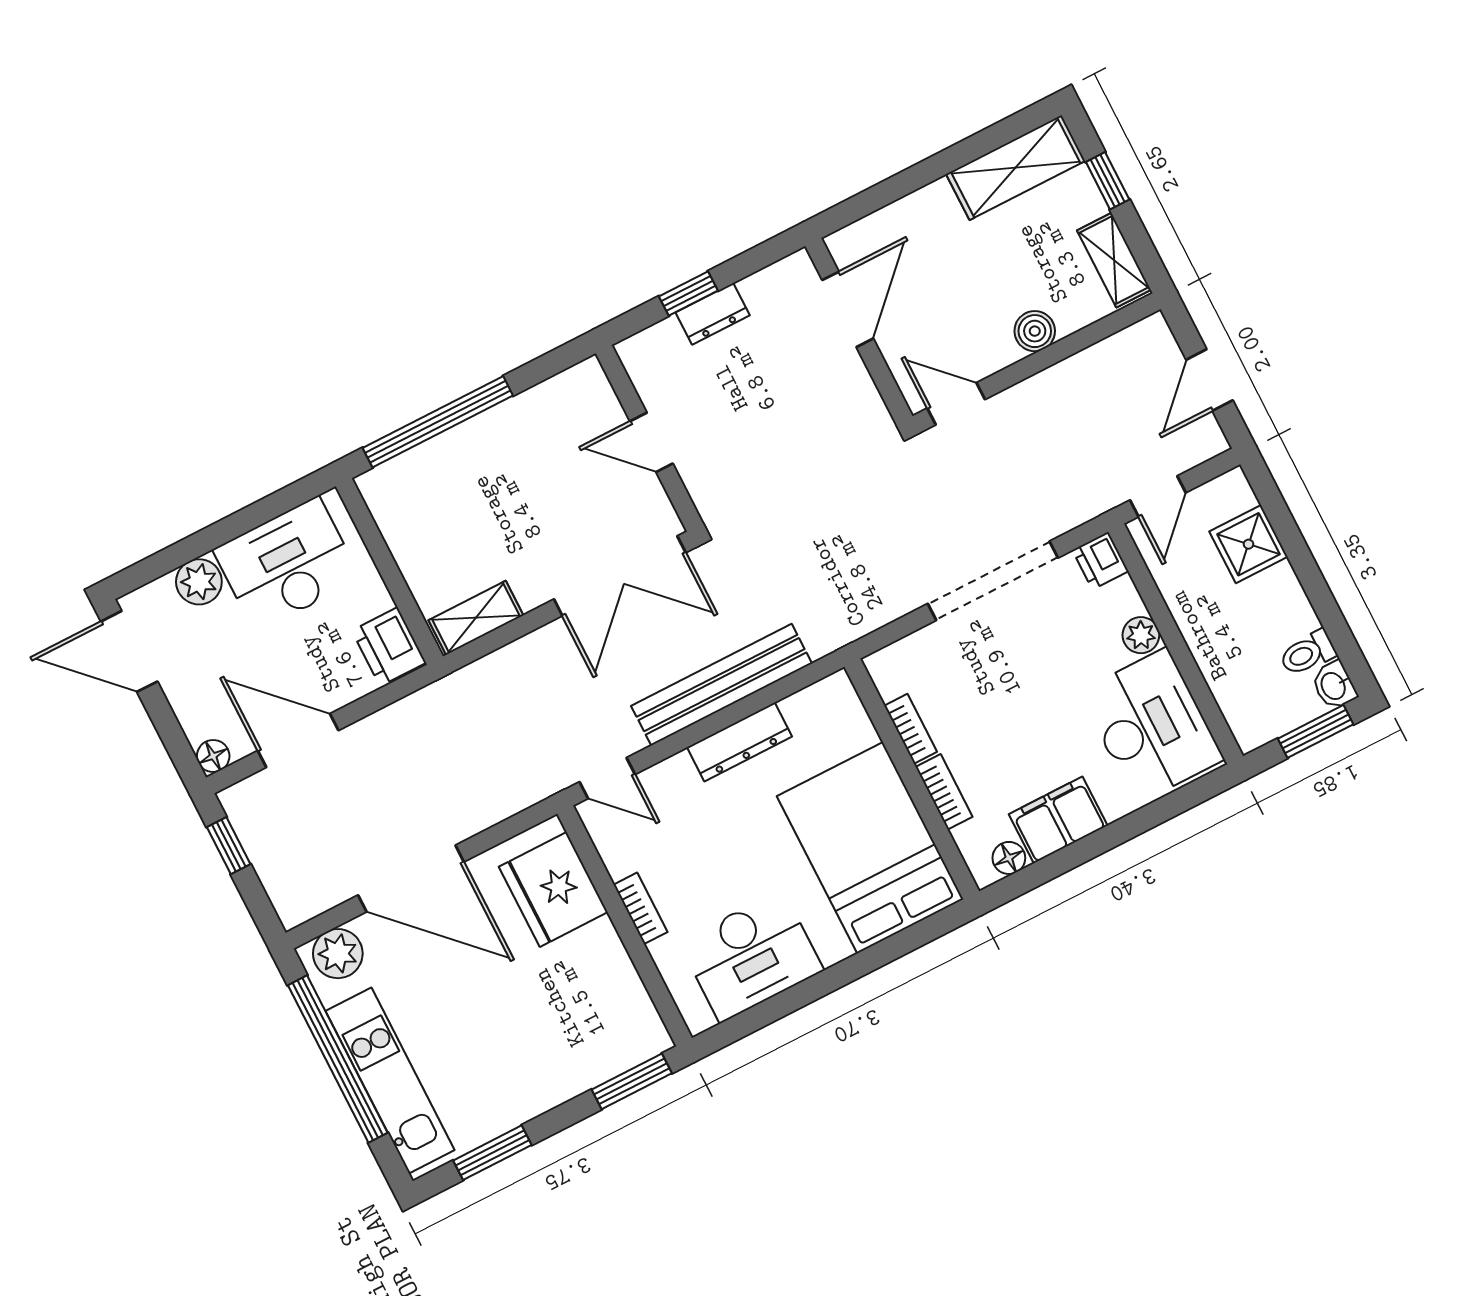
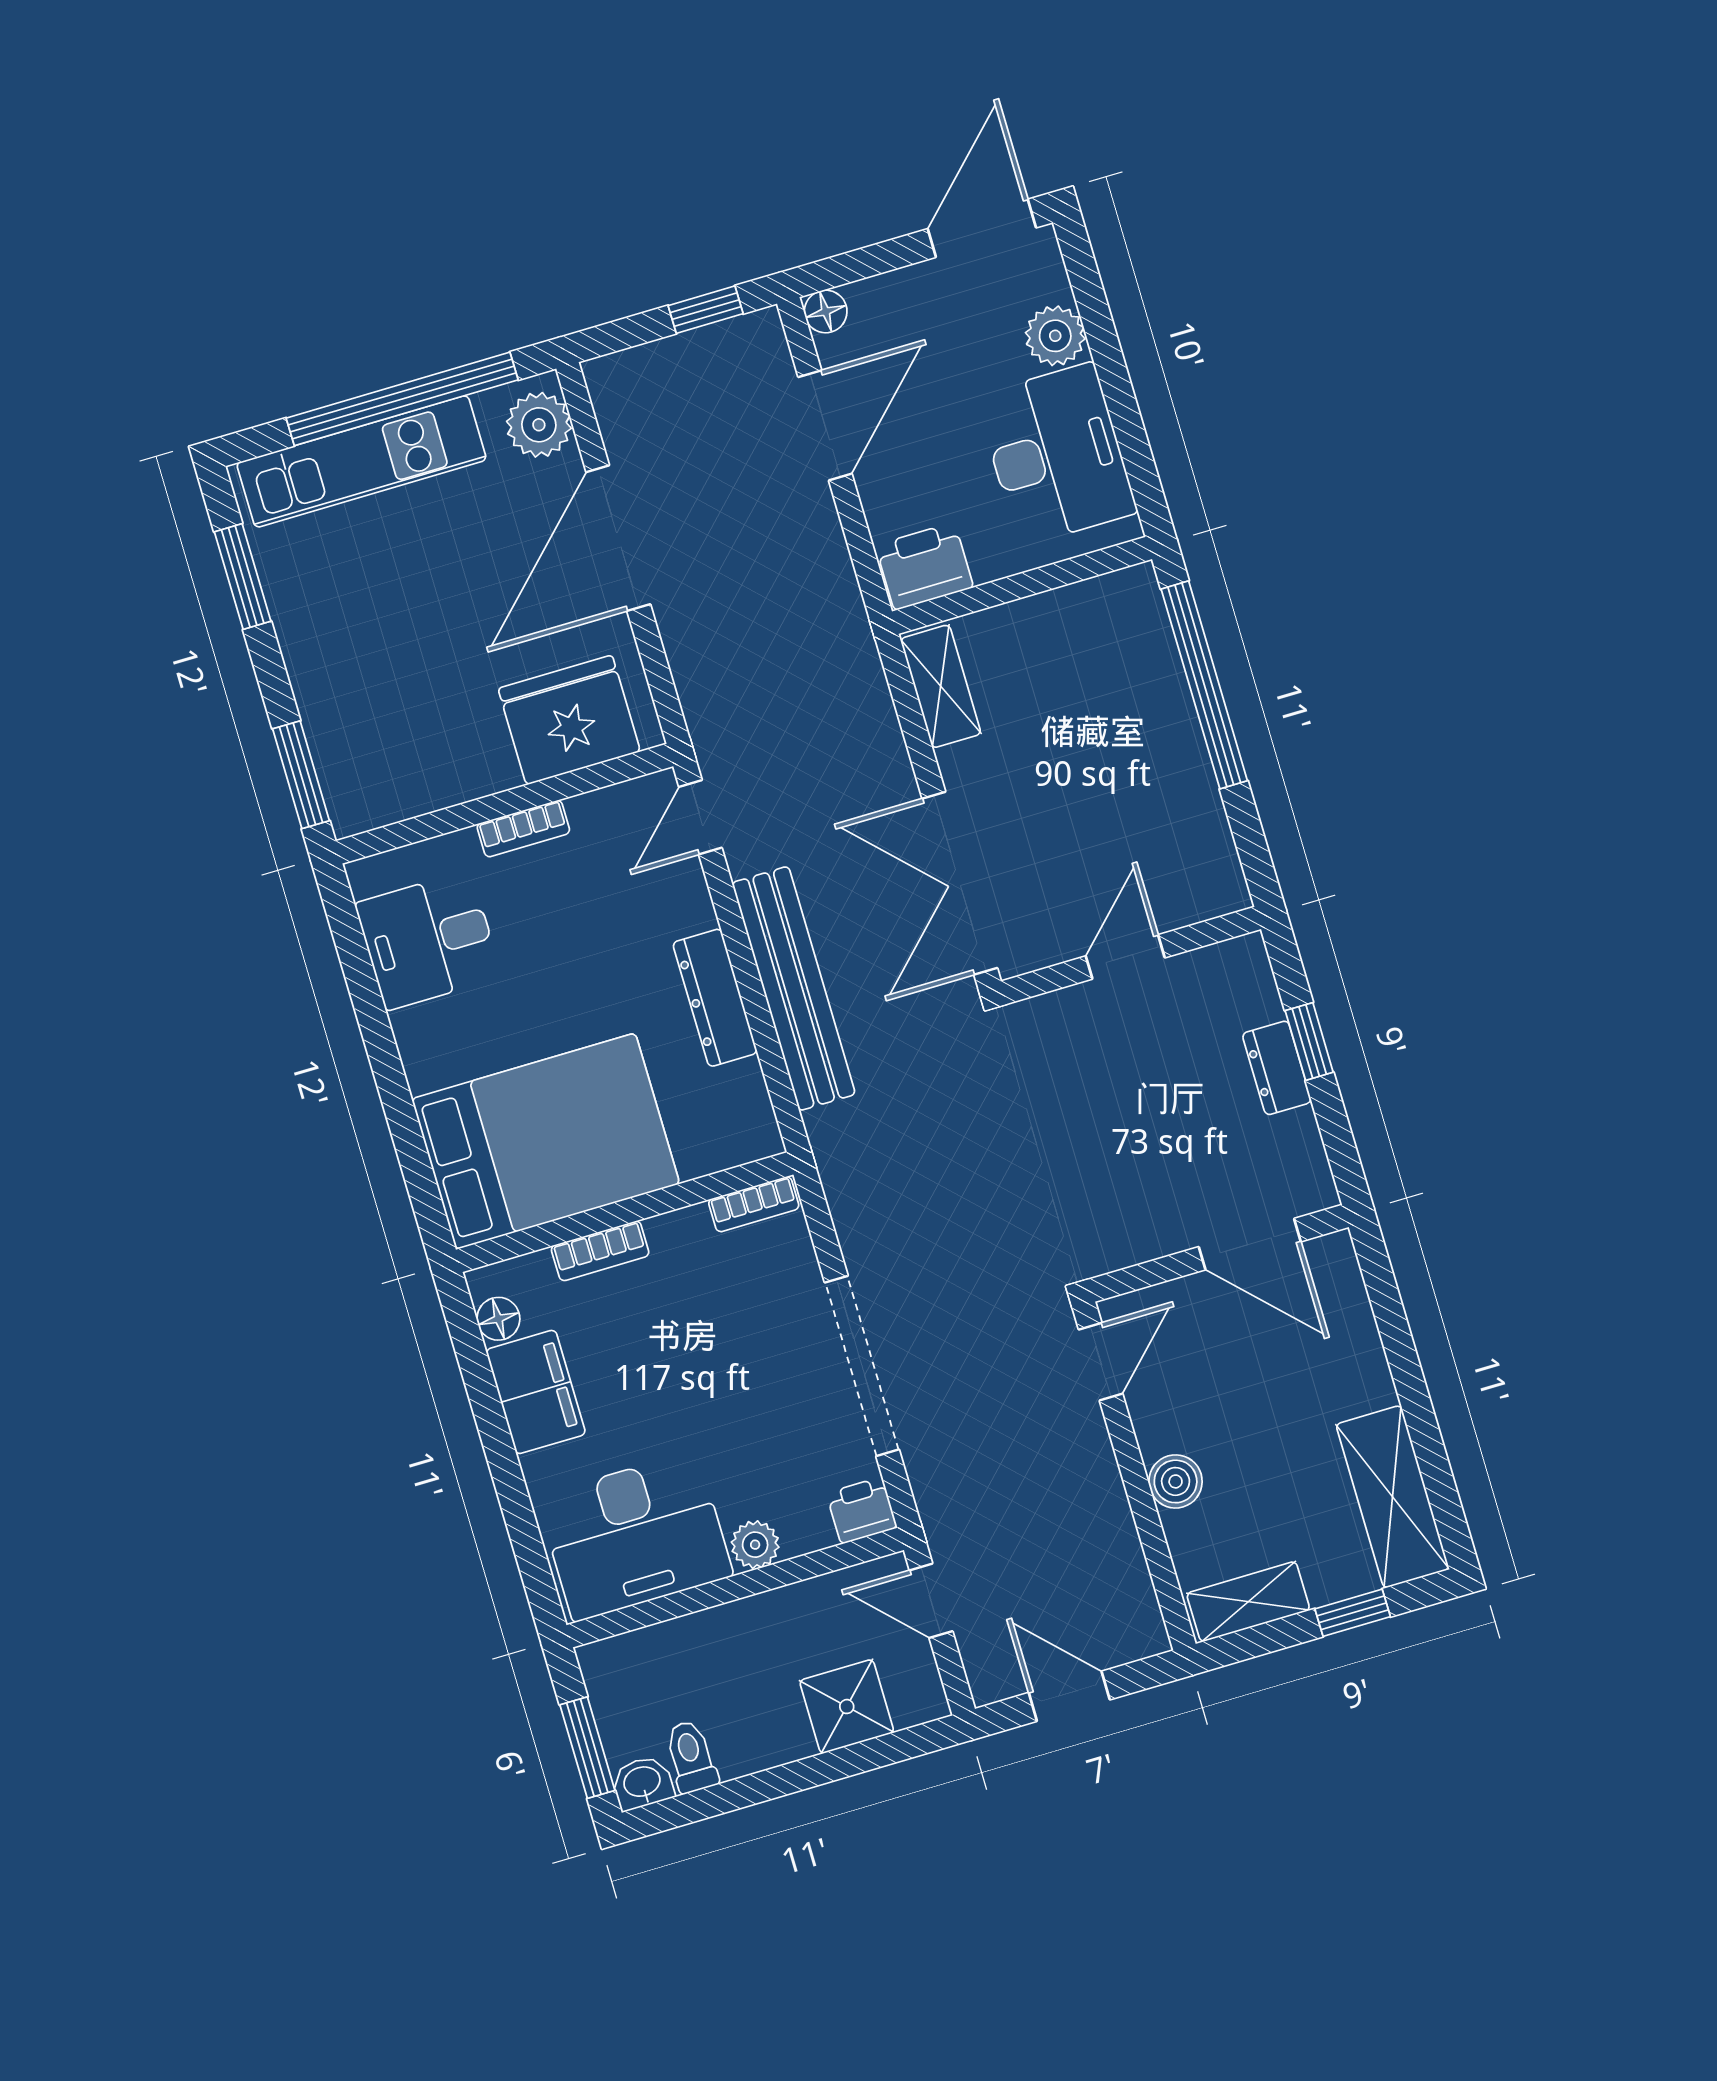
bookcase: (911, 729) -> (754, 1204), moved
desk: (751, 956) -> (428, 940), width x0.73

